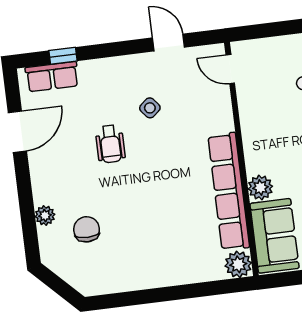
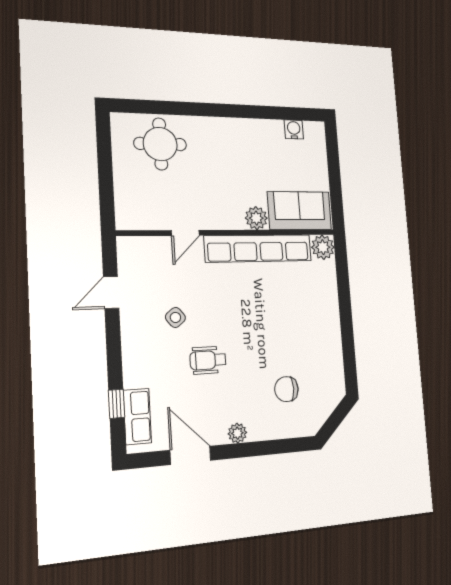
door: (230, 69) -> (185, 233), moved
wheelchair: (110, 144) -> (208, 360), turned 180
plant: (45, 215) -> (237, 433), moved

